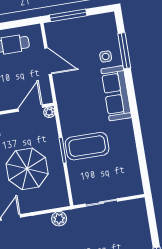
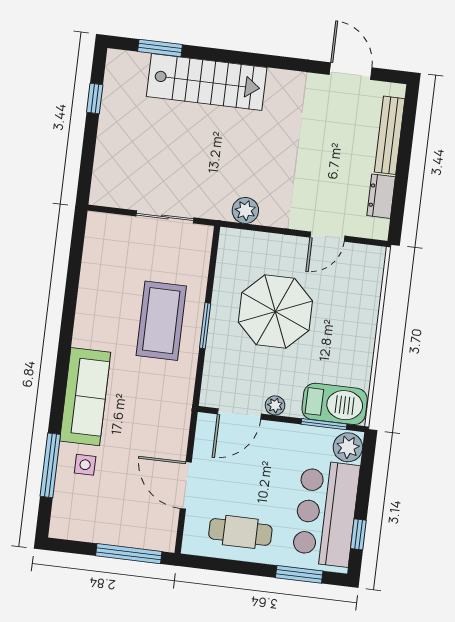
plant: (49, 112) -> (275, 405), moved
coffee table: (87, 146) -> (161, 321), turned 90

